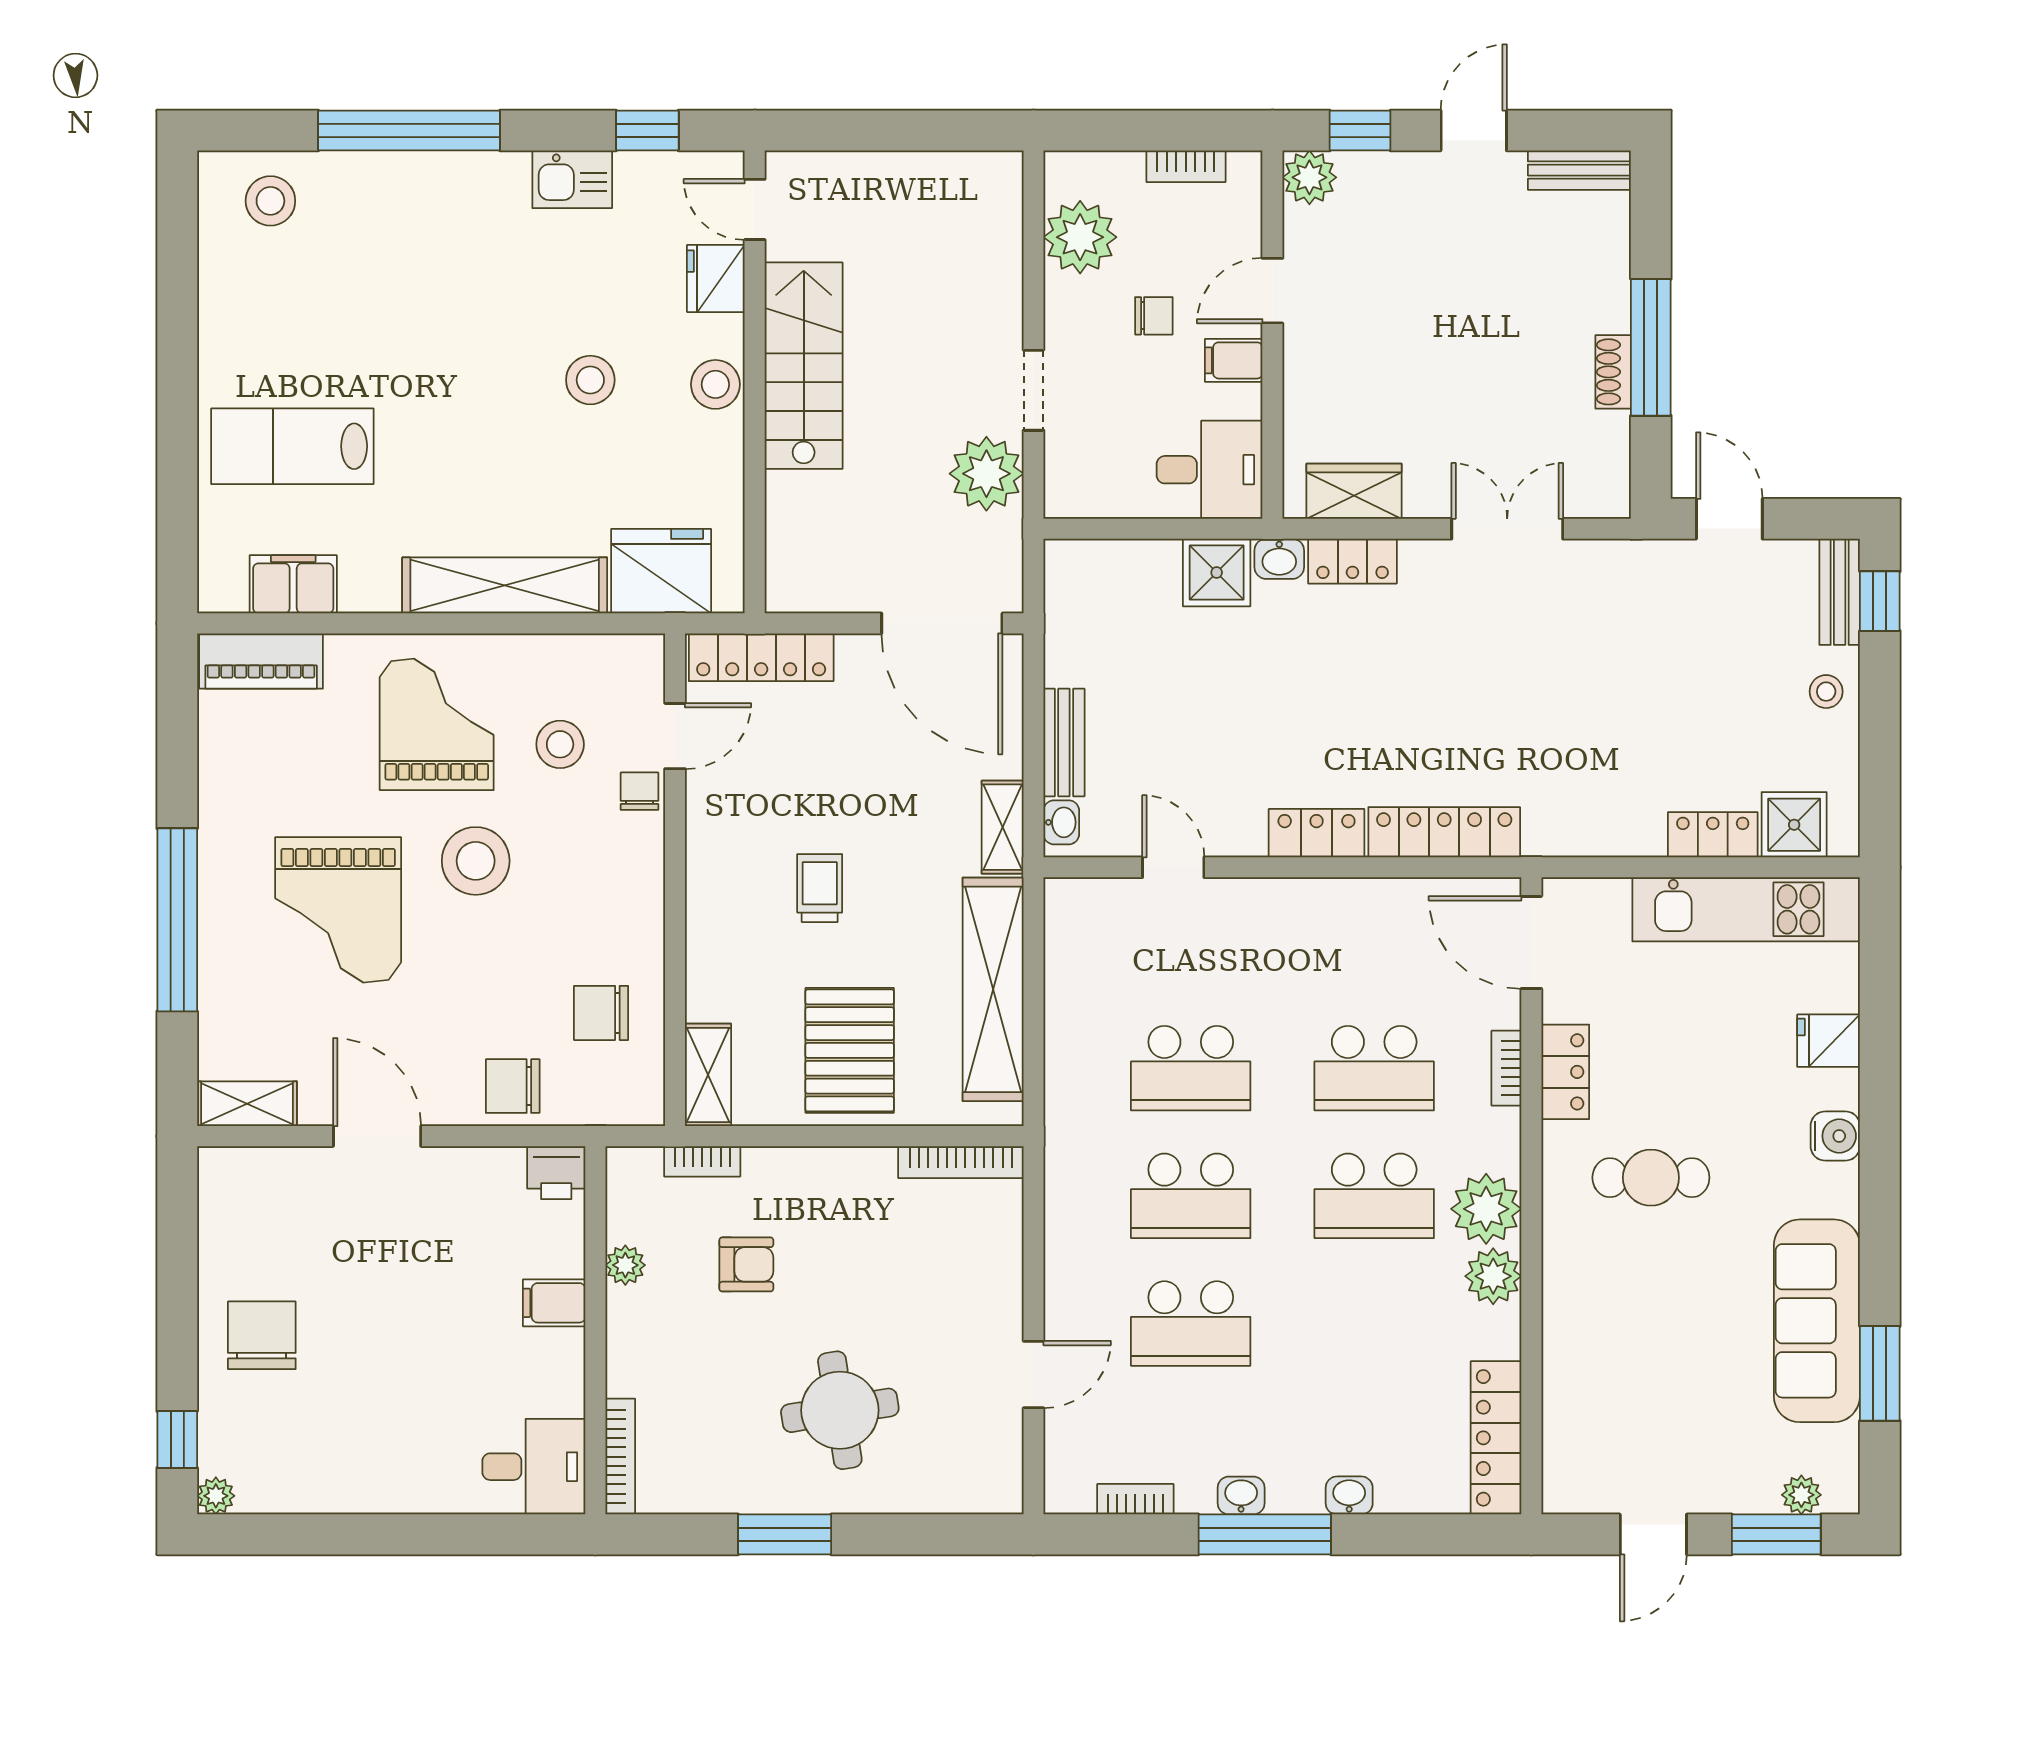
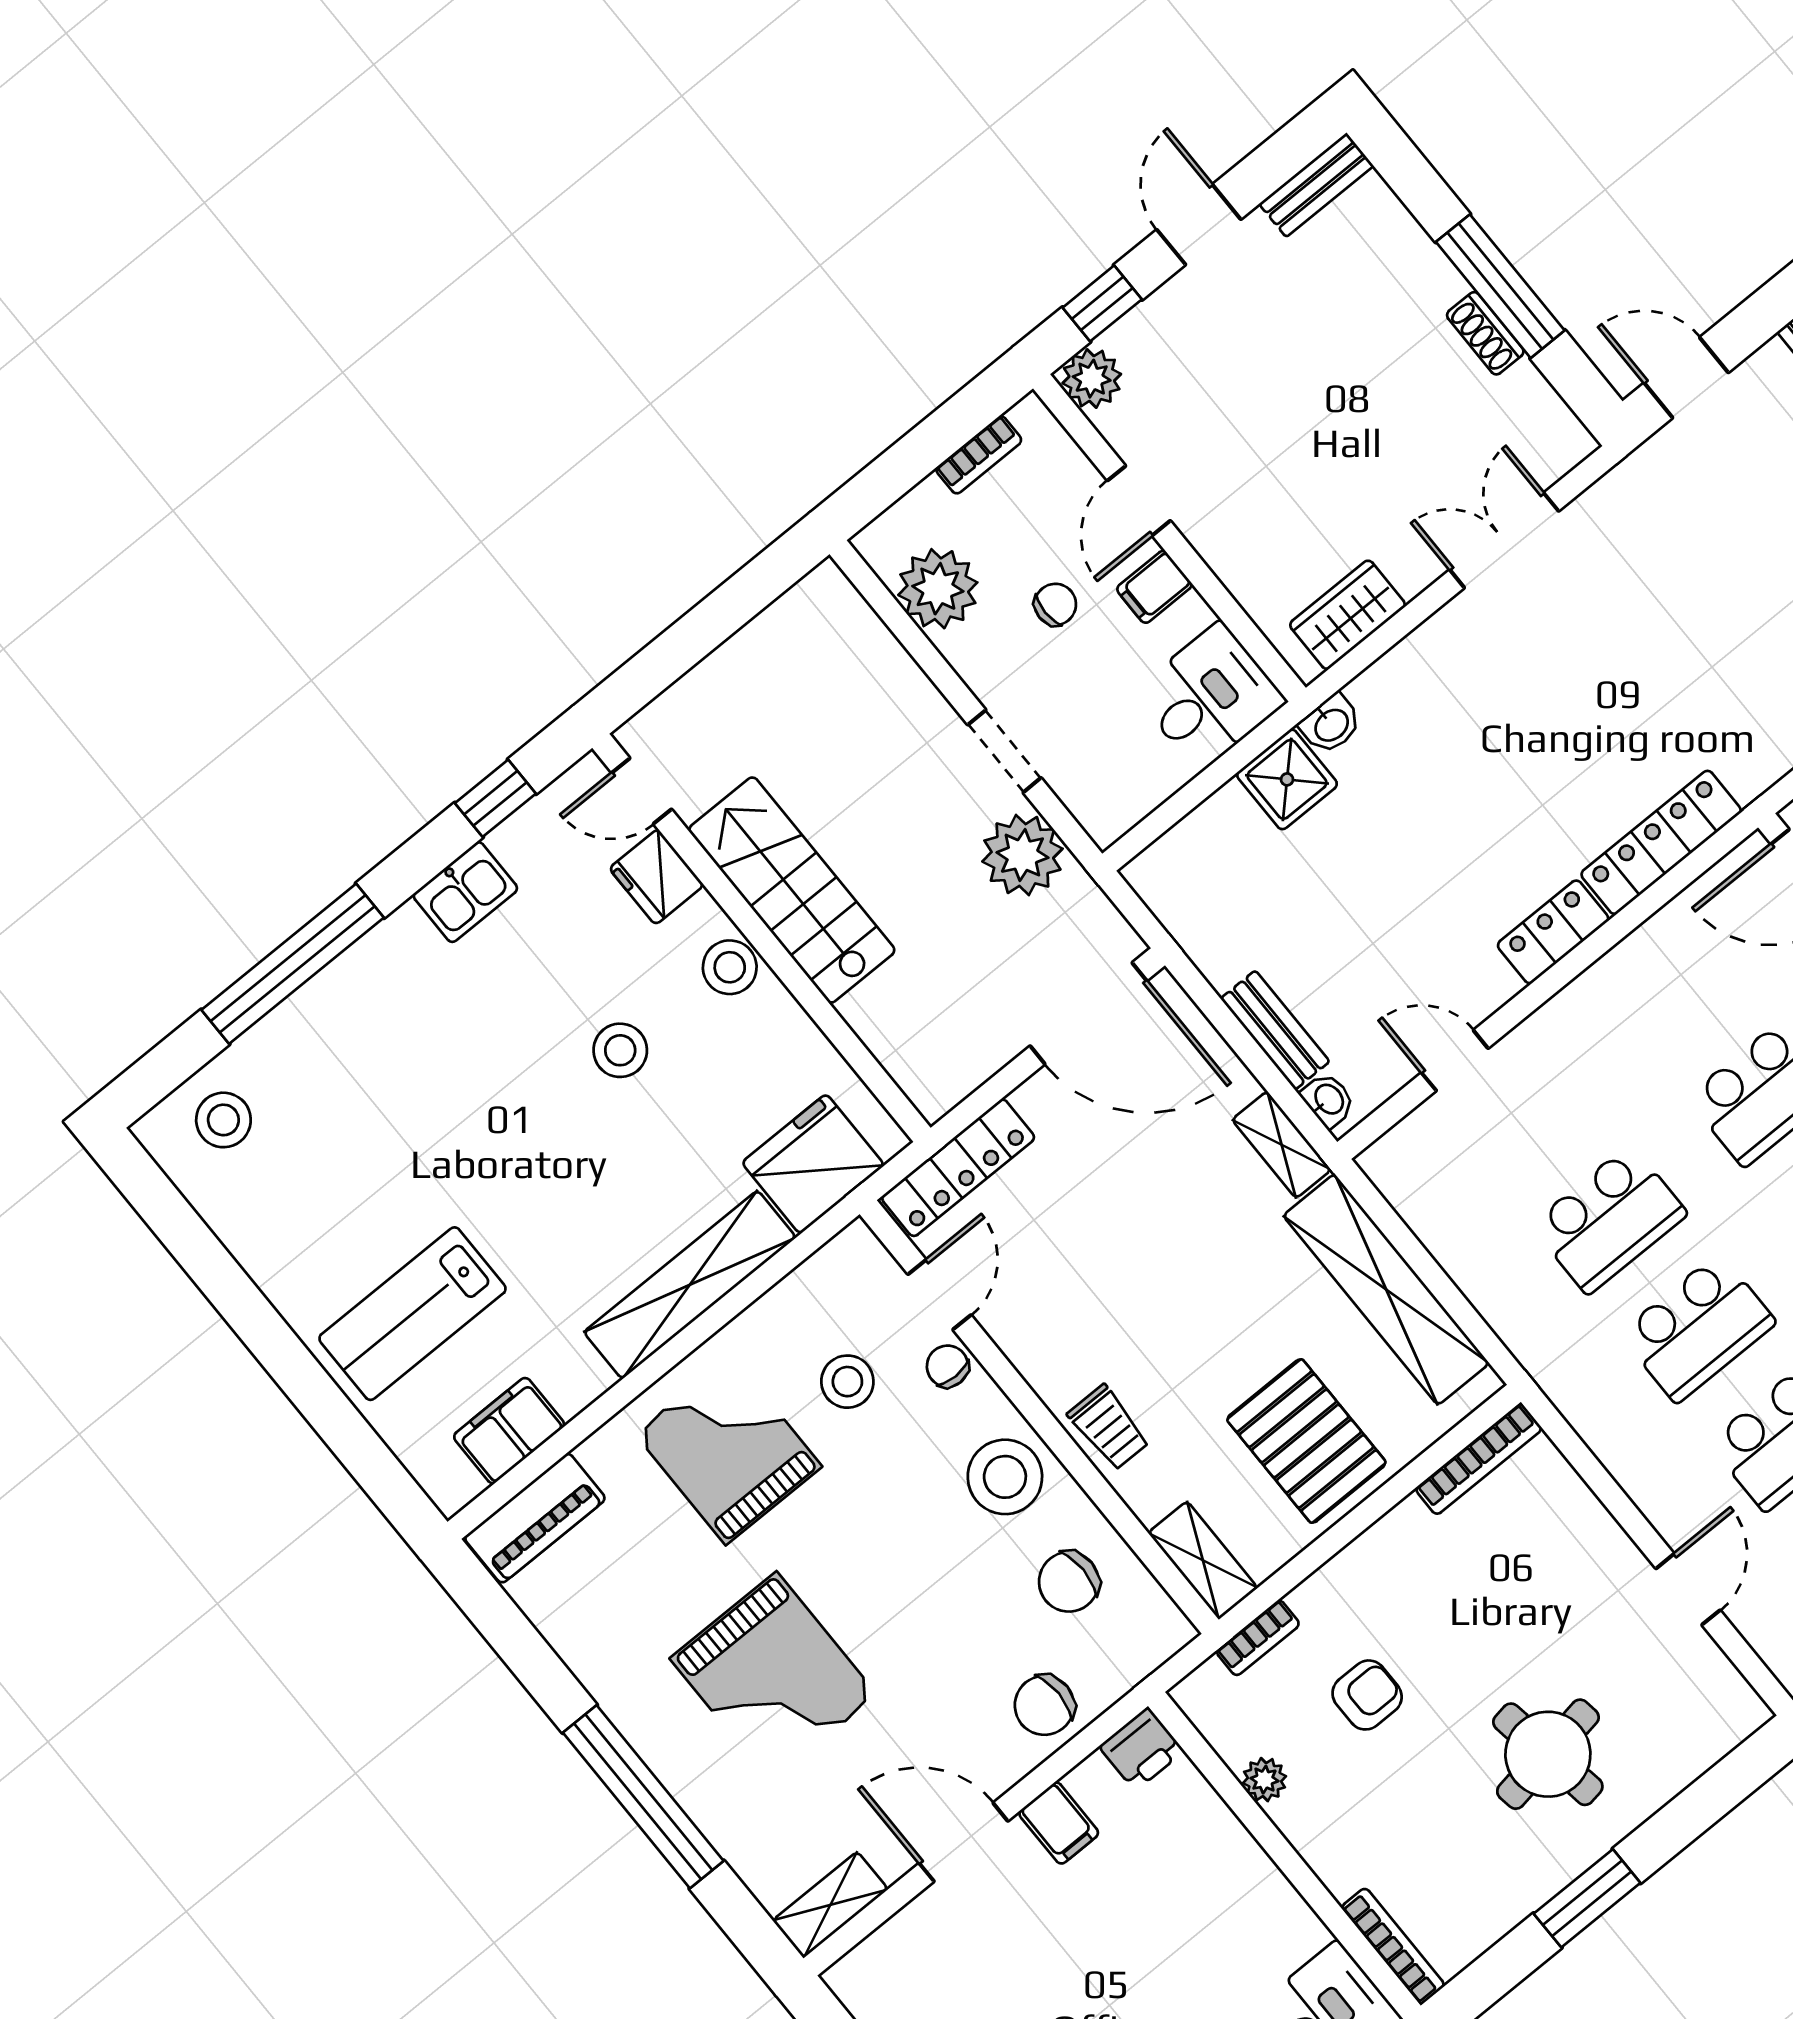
locker: (1352, 561) -> (1395, 675), removed
stool: (476, 861) -> (1005, 1477), moved
trolley: (820, 888) -> (1109, 1427), moved, turned 180
filing cabinet: (554, 1303) -> (1059, 1823), moved, turned -90

